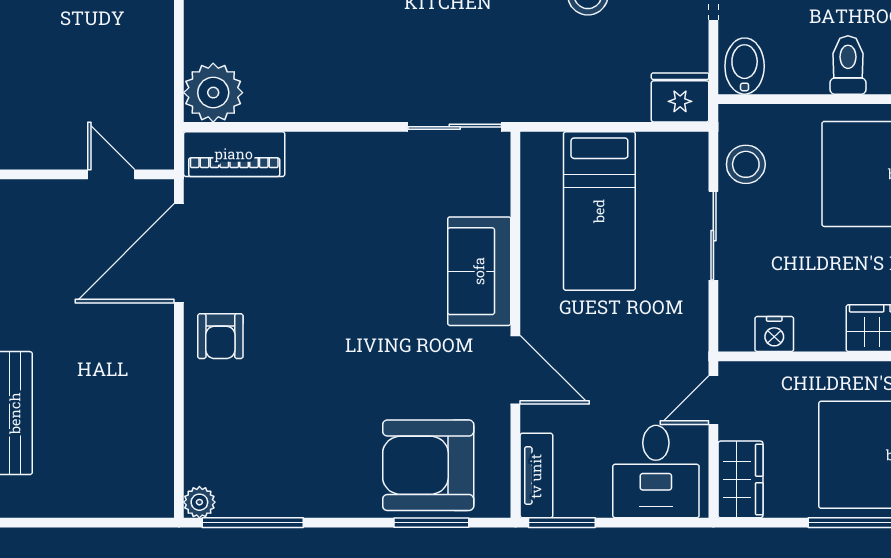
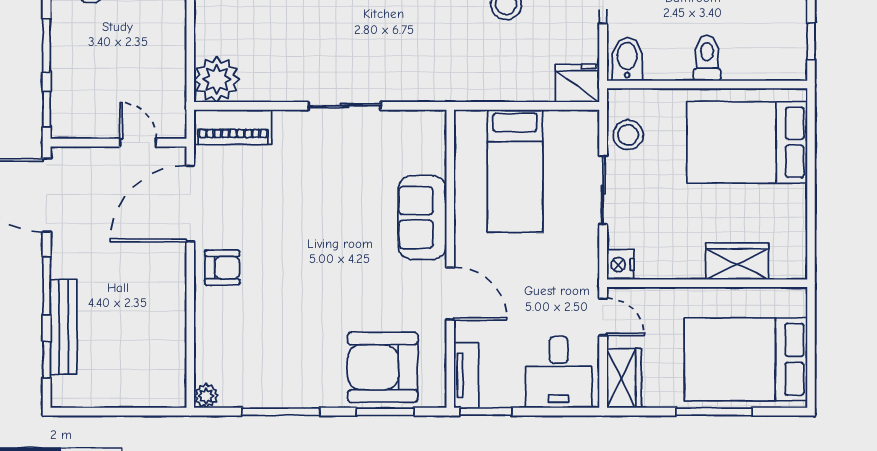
sliding door: (455, 127) -> (345, 106), moved
nightstand: (774, 334) -> (620, 265), moved, turned 90
armchair: (220, 336) -> (222, 268), turned -90
door: (713, 400) -> (603, 317), swing flipped
window: (253, 523) -> (281, 412), moved

